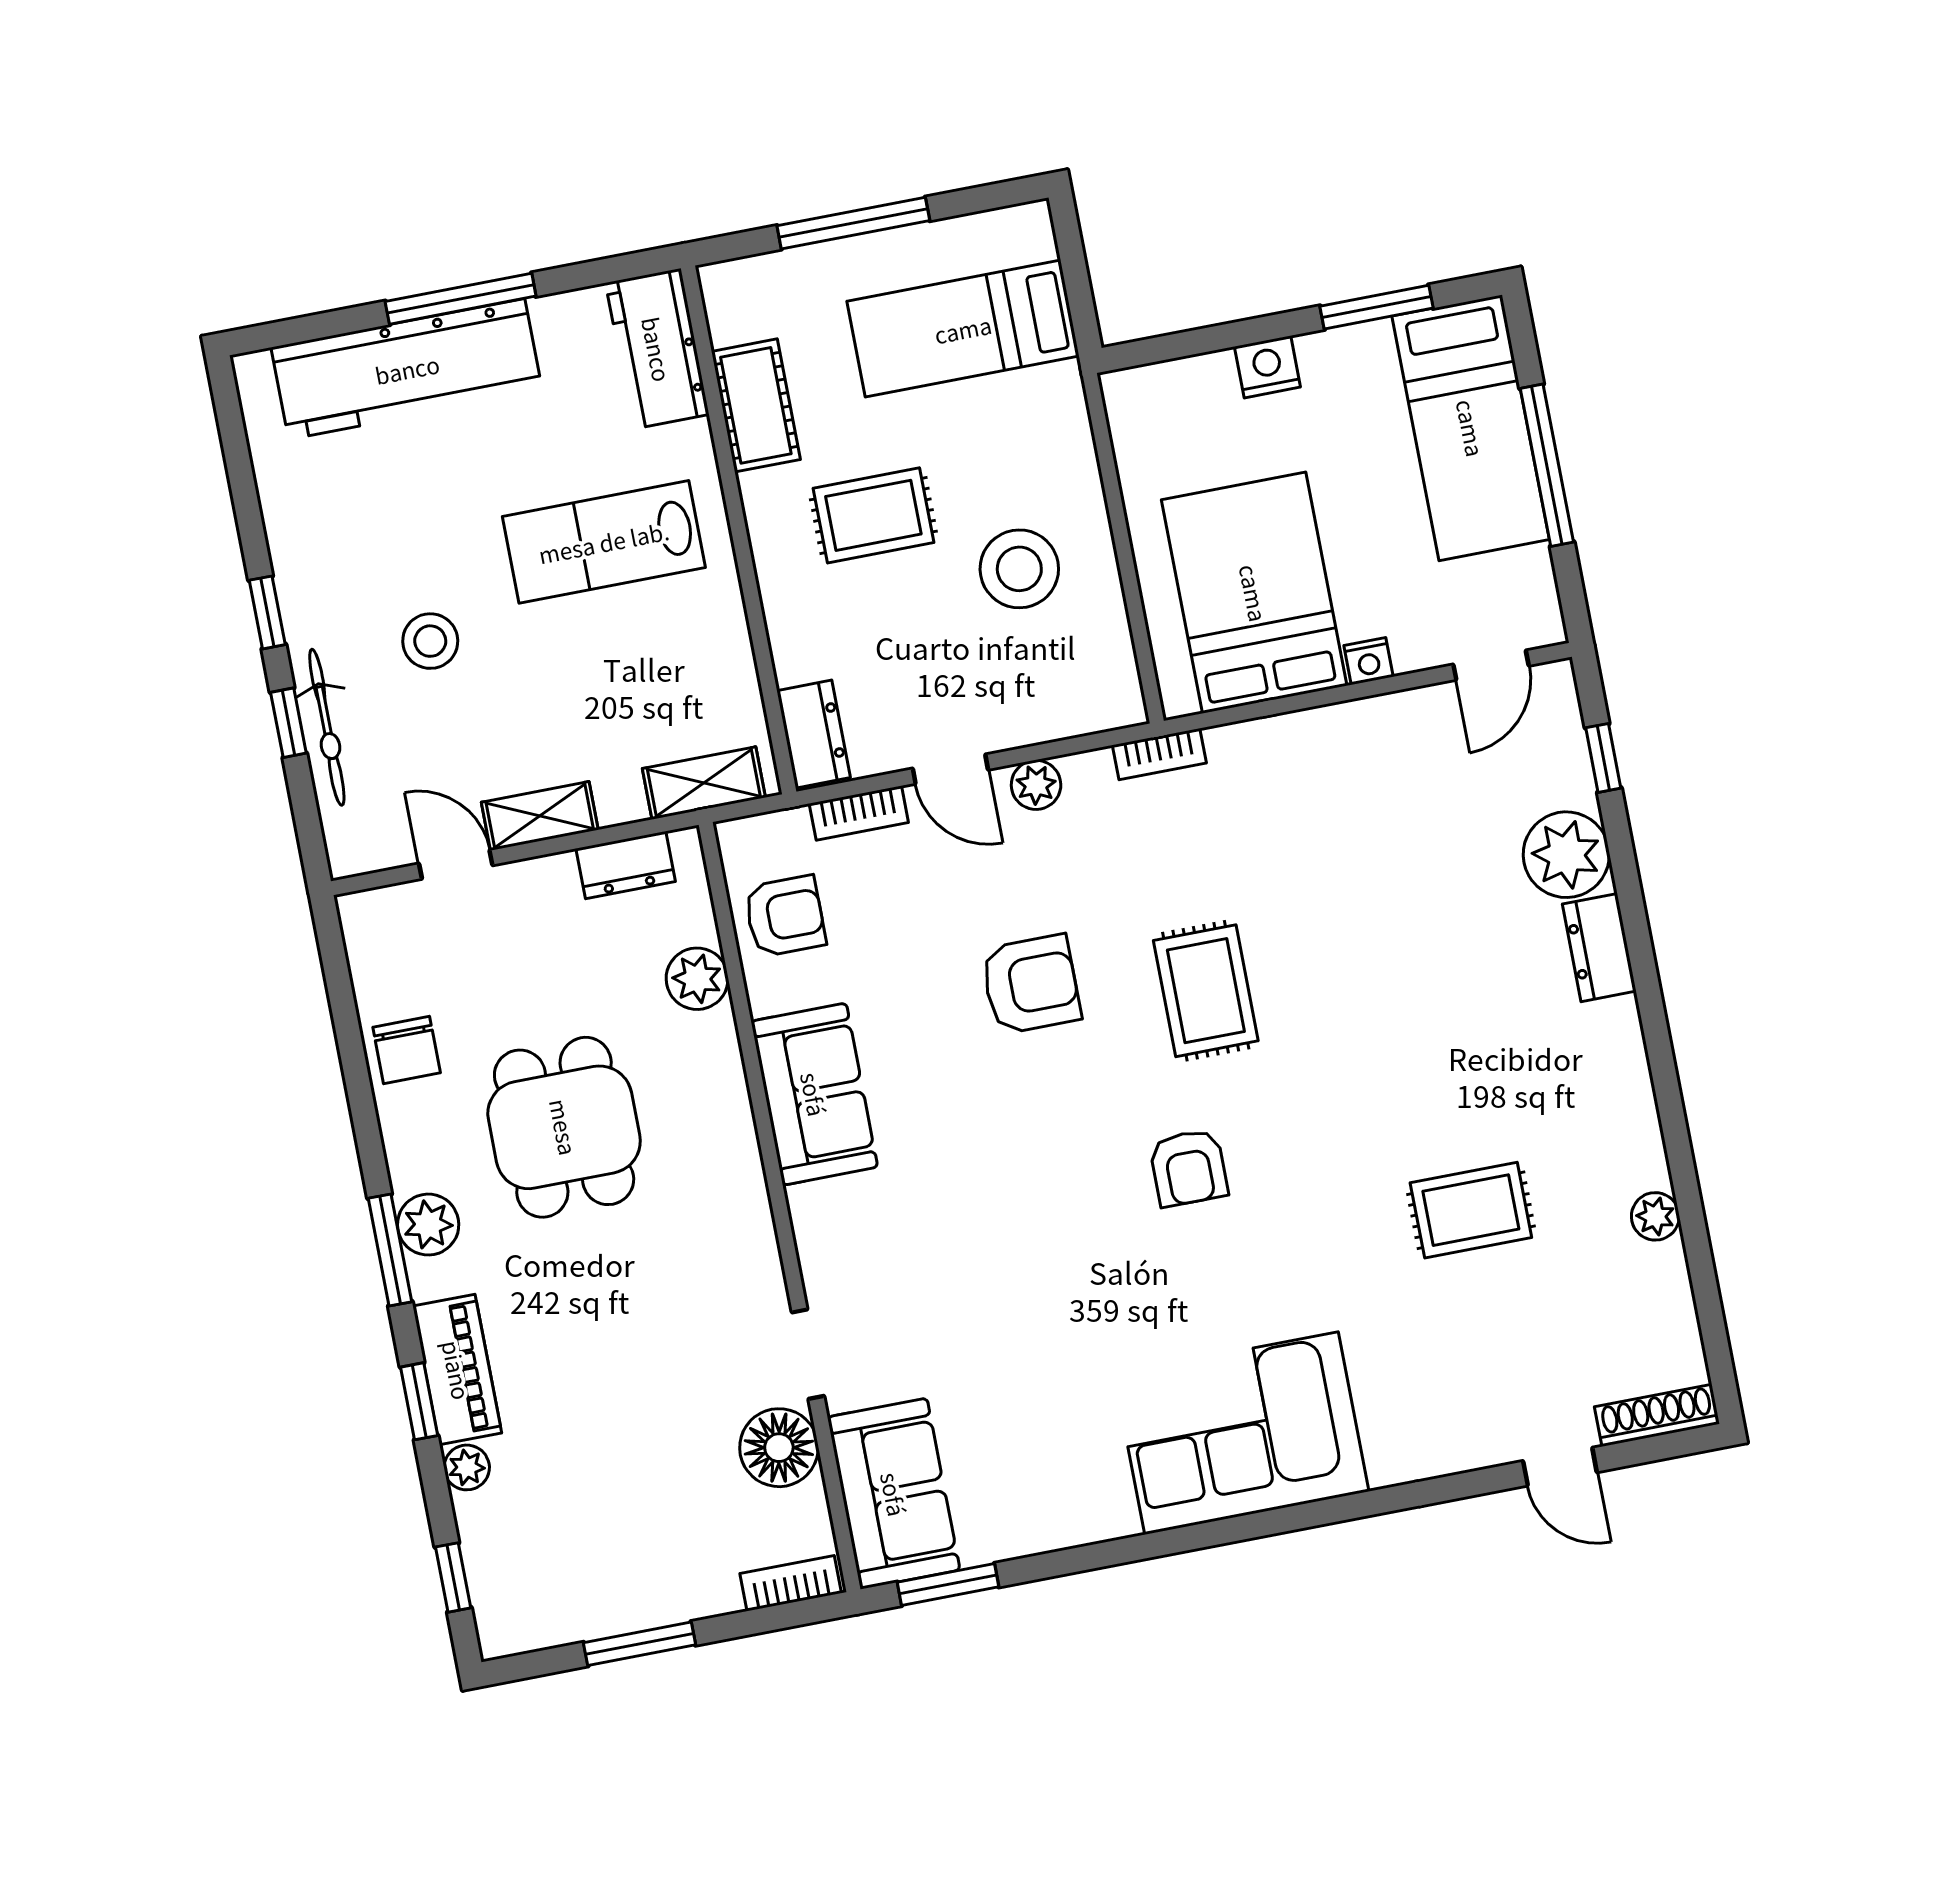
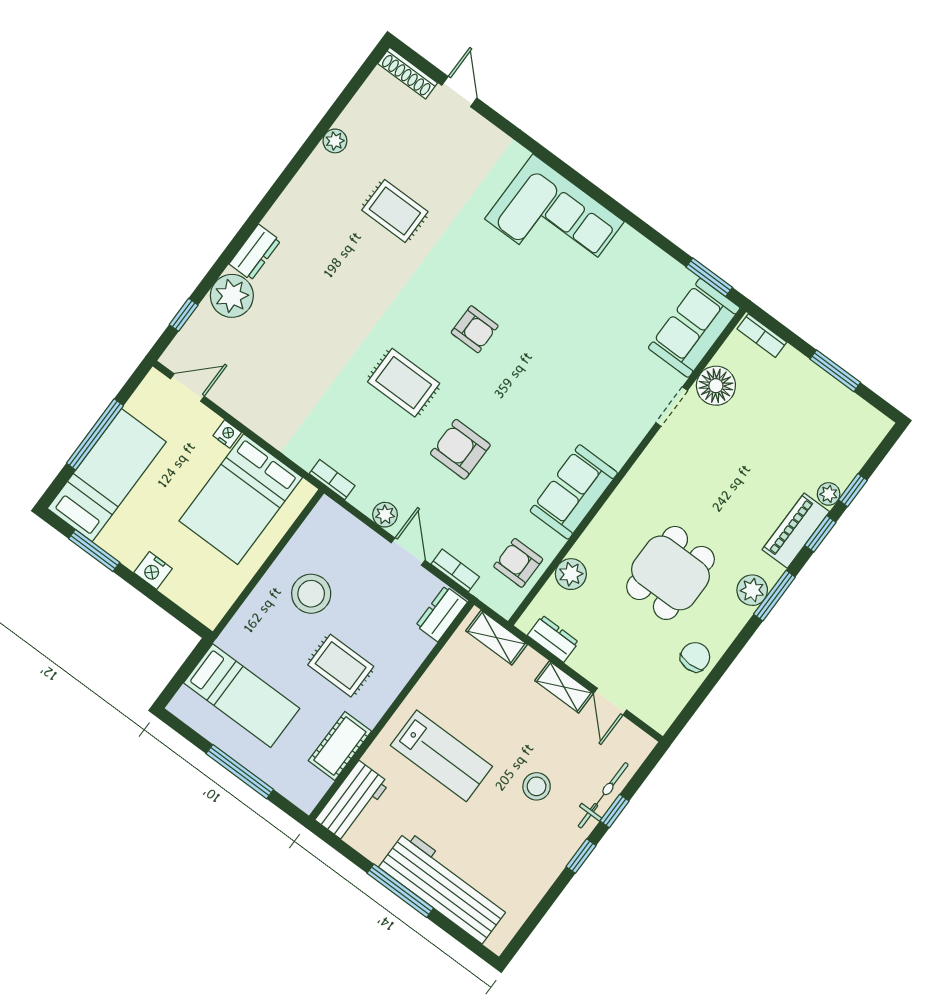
rug: (1206, 991) -> (404, 383), turned 90
armchair: (1189, 1168) -> (475, 329), turned 90
window: (453, 1577) -> (853, 490), moved

